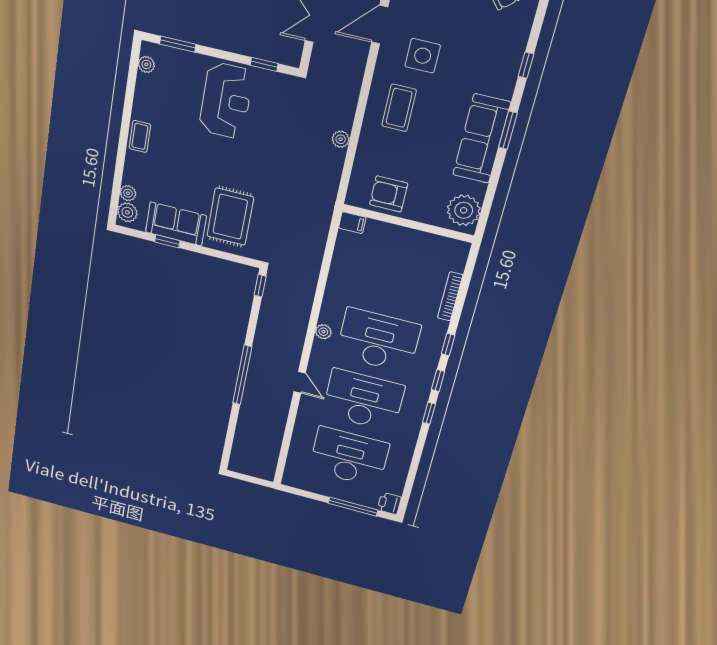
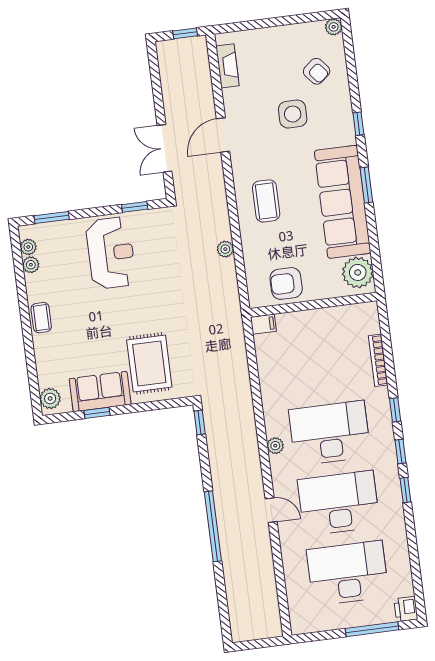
side table: (423, 56) -> (293, 114), moved
sofa: (481, 139) -> (343, 202), width x1.36, depth x1.27
plant: (128, 193) -> (31, 265), moved

